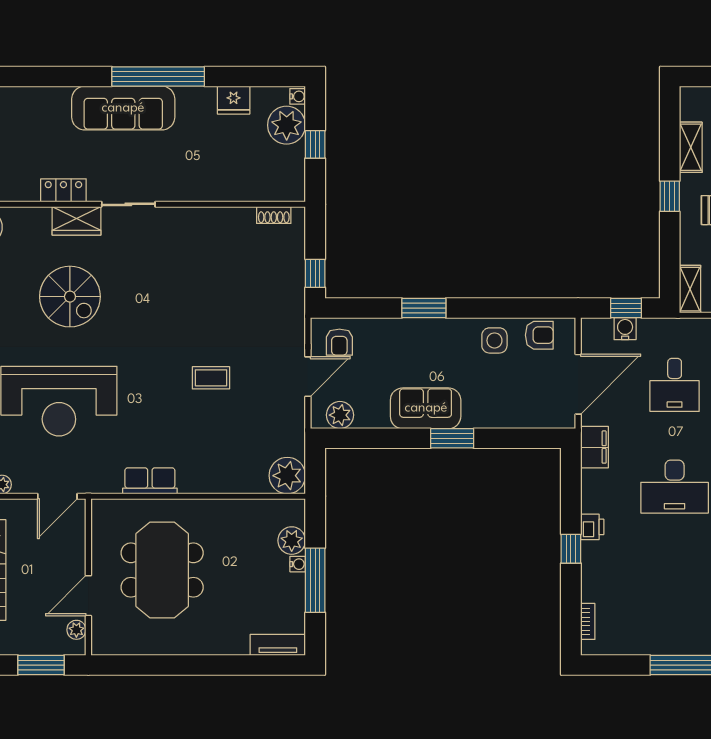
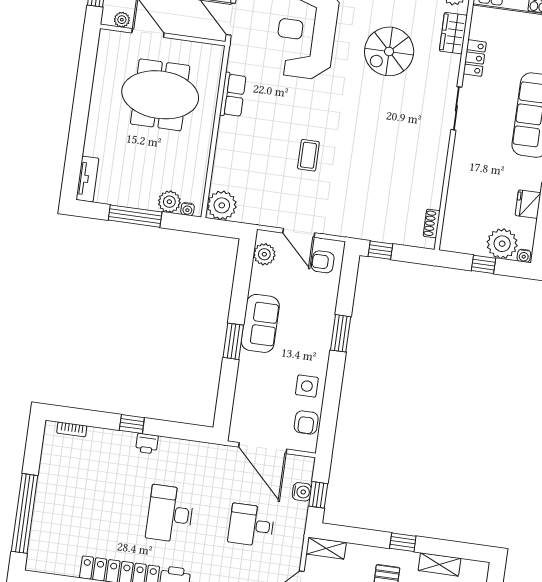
wardrobe: (77, 221) -> (453, 33), moved
filing cabinet: (594, 447) -> (211, 454), removed
water cooler: (298, 564) -> (187, 209), moved

